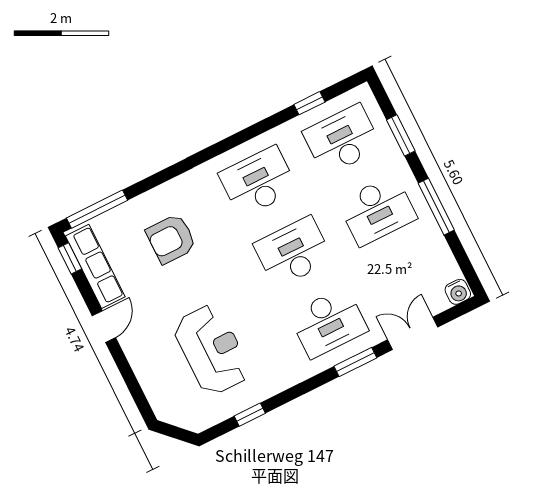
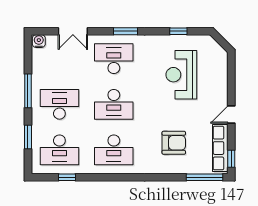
window: (355, 362) -> (125, 31), moved

